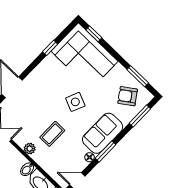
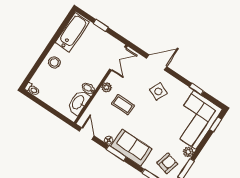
plant: (119, 70) -> (188, 152), added
armchair: (128, 96) -> (167, 163), turned 50
side table: (75, 102) -> (158, 91), moved

